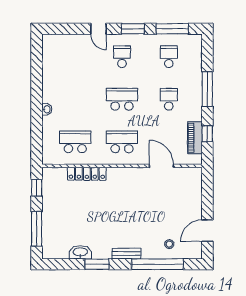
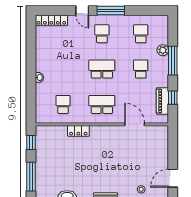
window: (133, 29) -> (111, 11), width x1.44
window: (172, 29) -> (144, 11), removed
locker: (61, 40) -> (51, 20), added
plant: (195, 77) -> (163, 50), added
school desk: (75, 142) -> (63, 104), width x0.54
locker: (87, 174) -> (78, 131), width x0.66

